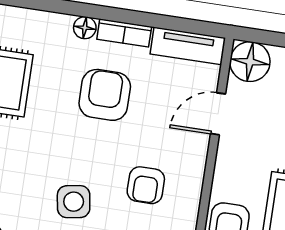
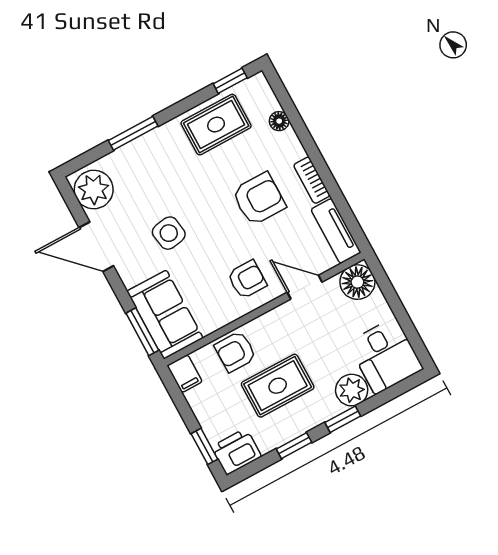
floor lamp: (85, 28) -> (279, 121), moved
armchair: (146, 185) -> (247, 280), moved, turned 180

